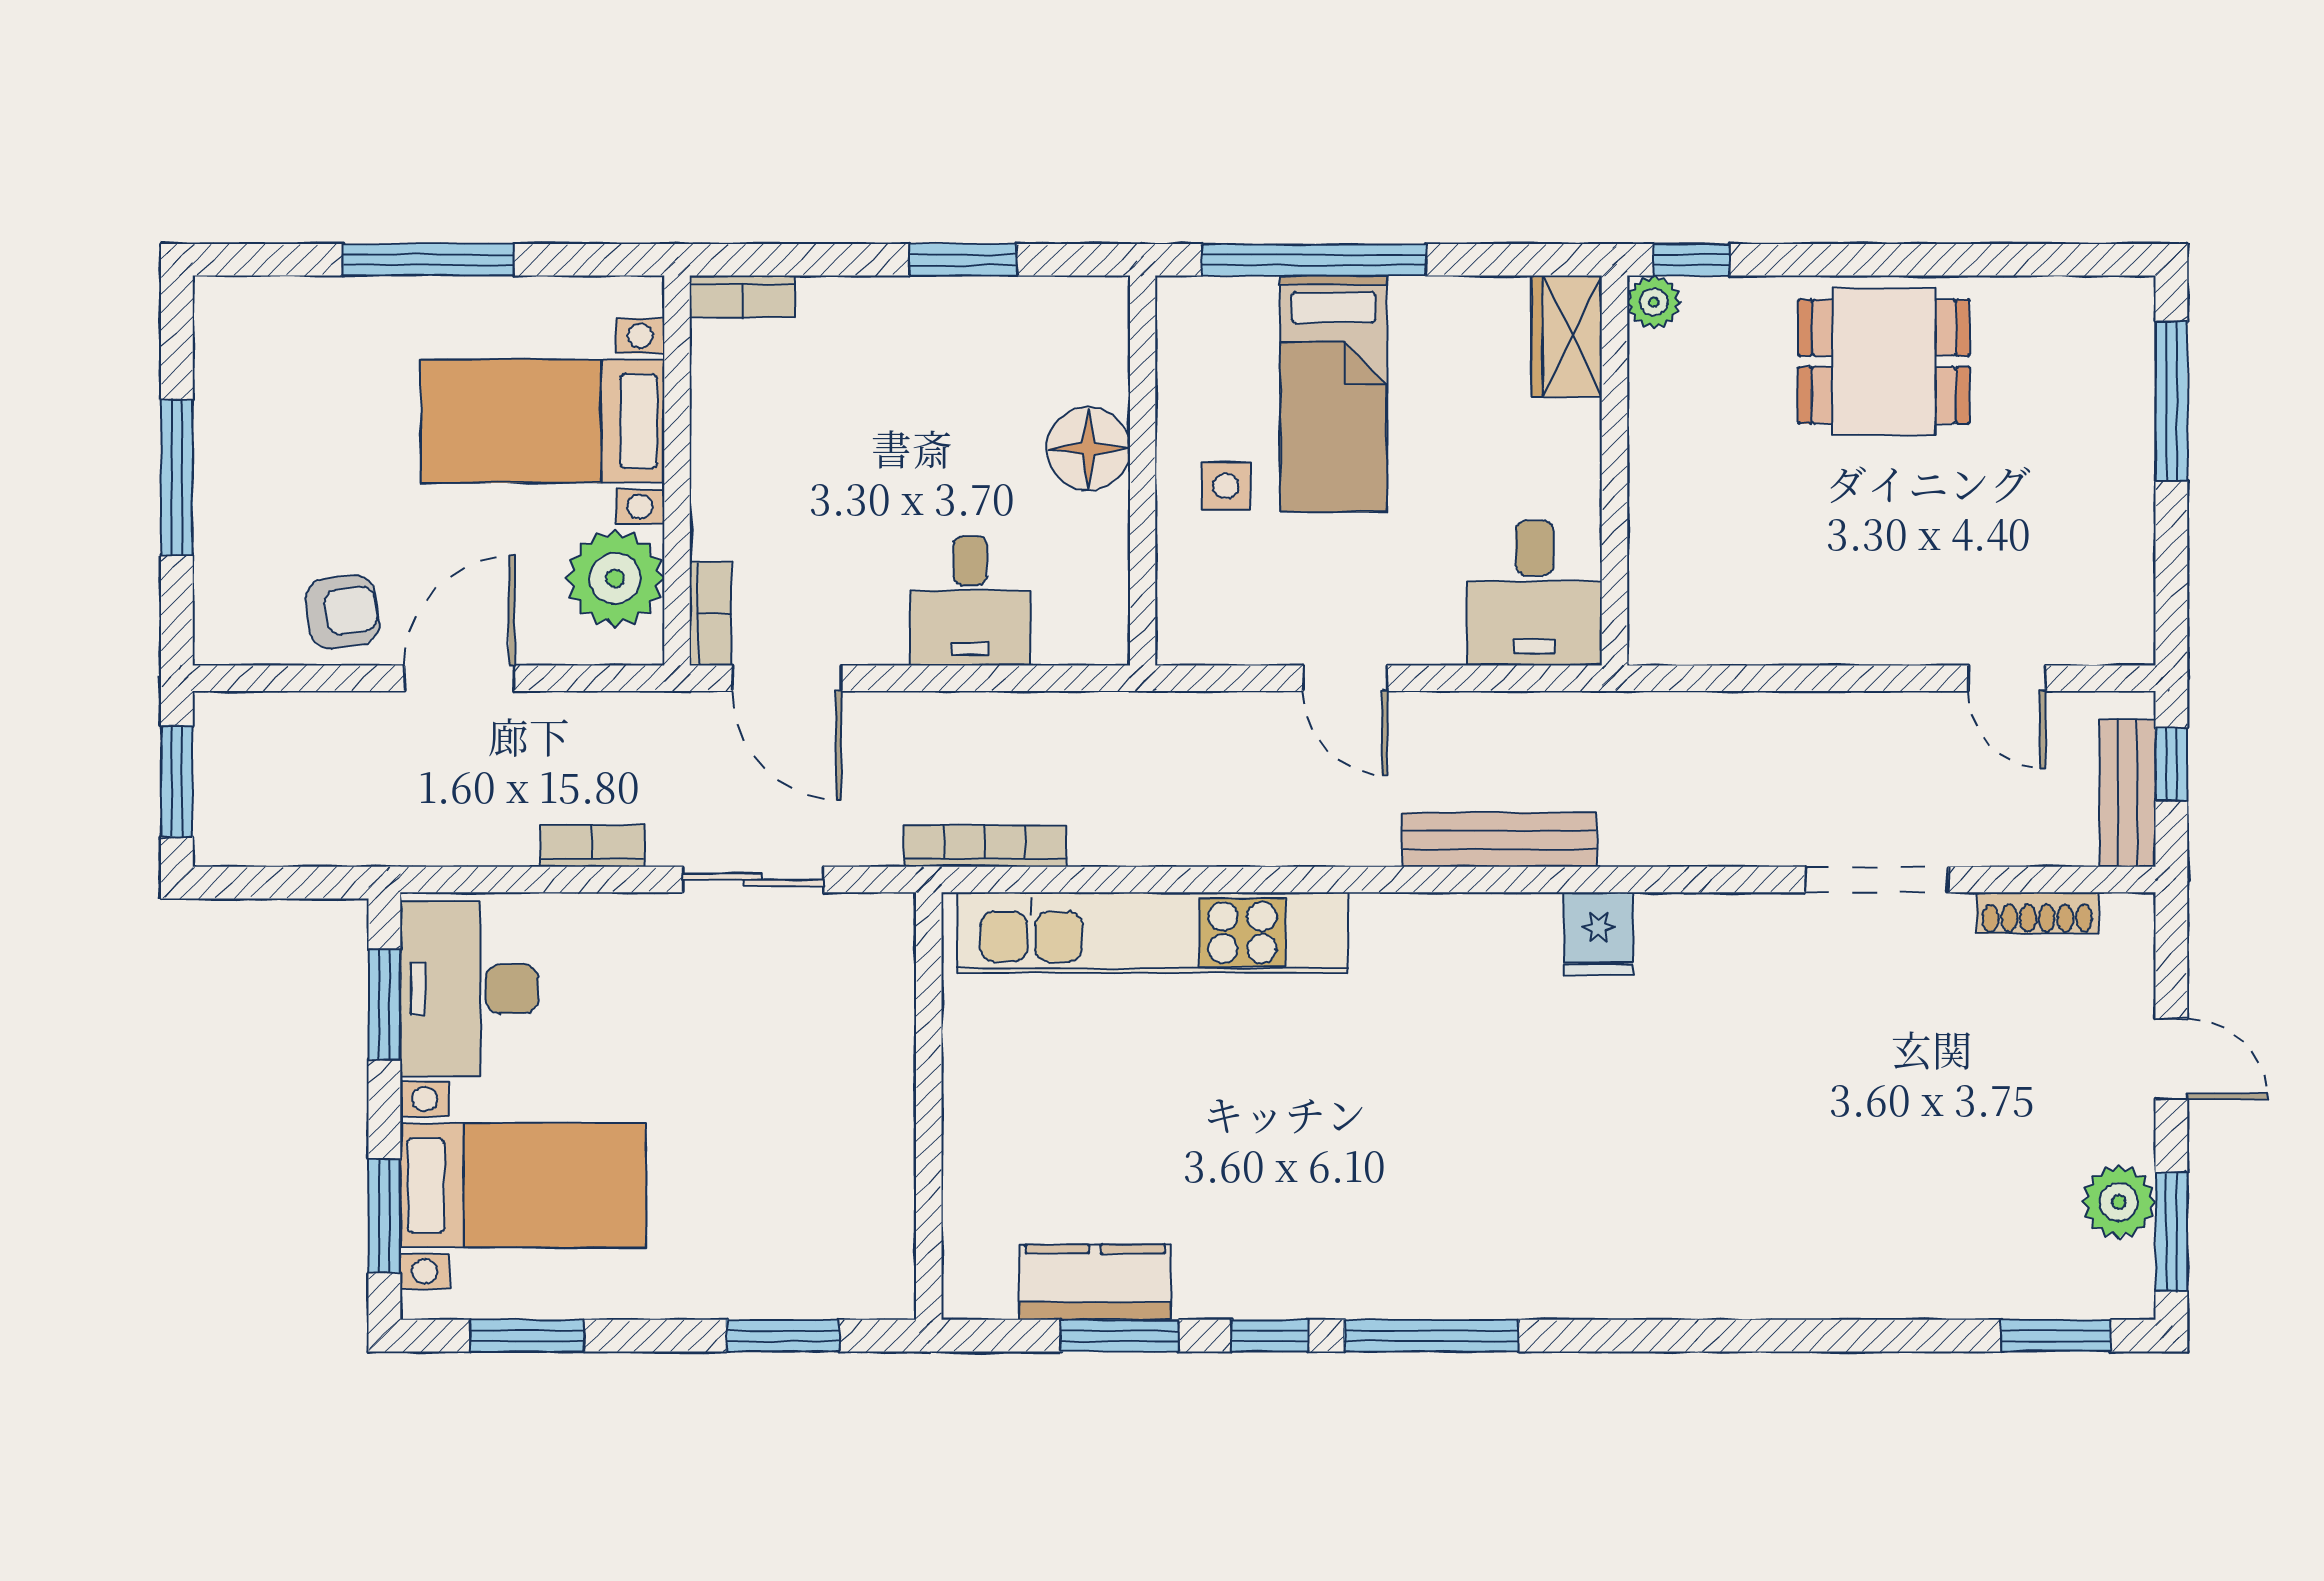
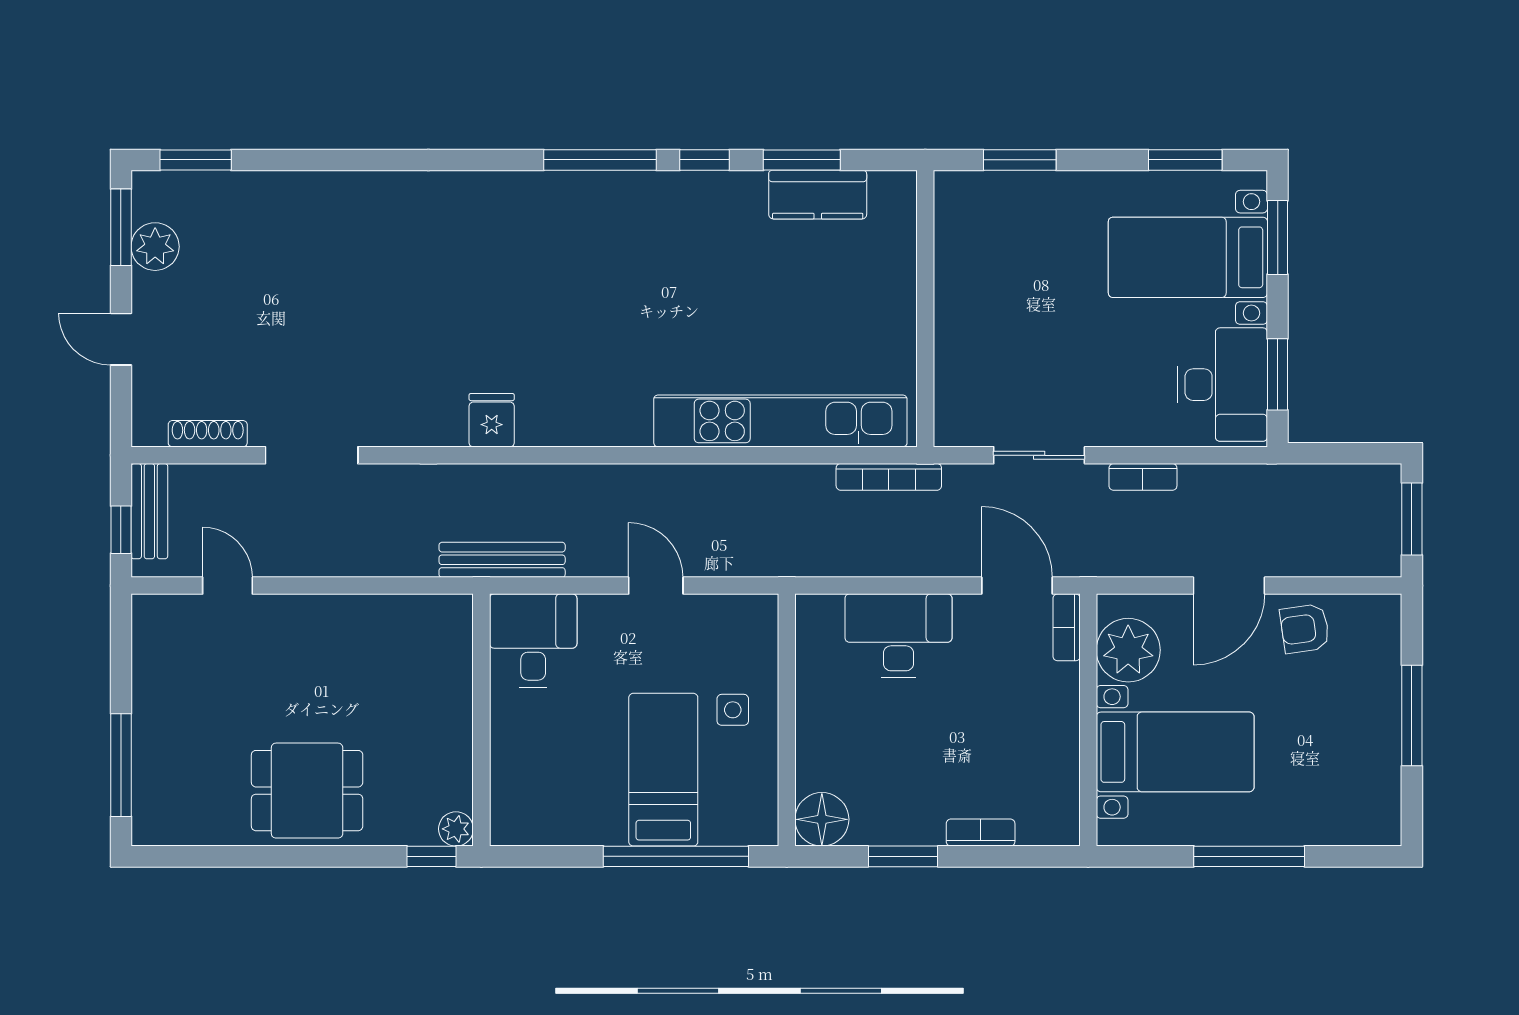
bookcase: (742, 297) -> (981, 833), moved
wardrobe: (1567, 336) -> (512, 807), removed
floor lamp: (1088, 449) -> (822, 819), moved
desk: (970, 601) -> (898, 636), width x1.37
bench: (1499, 840) -> (502, 560), moved

